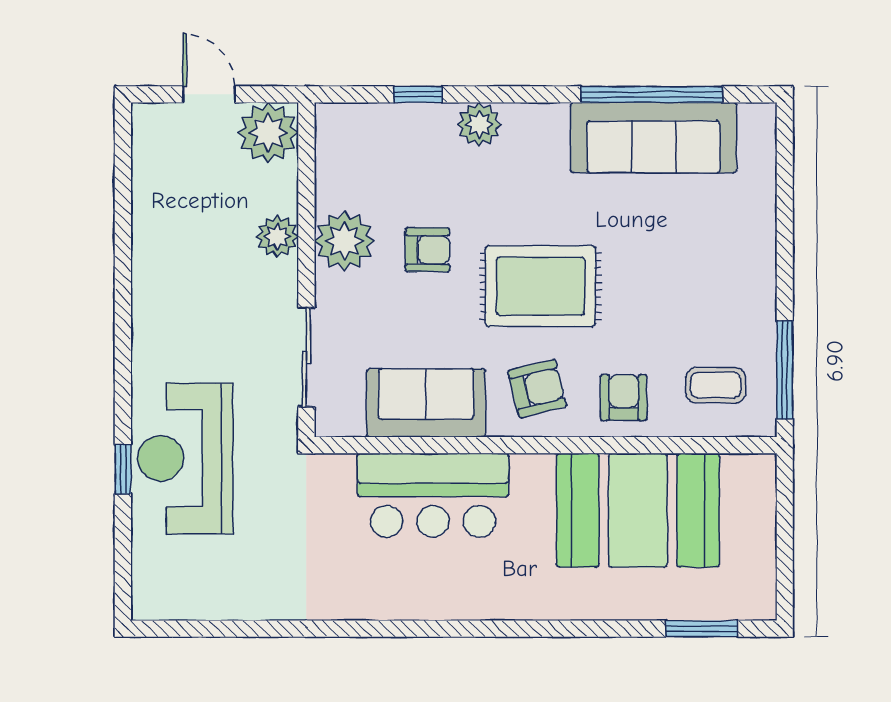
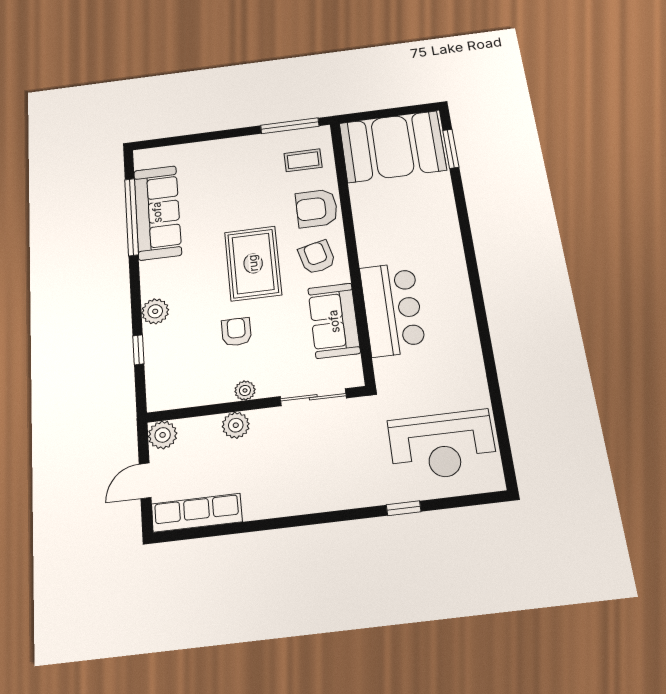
plant: (268, 133) -> (163, 435), width x0.73, depth x0.73
row of seats: (152, 168) -> (197, 513), added
plant: (344, 241) -> (245, 390), width x0.53, depth x0.53
coffee table: (716, 385) -> (303, 160), turned 90
armchair: (624, 398) -> (317, 208), width x1.38, depth x1.38
reception desk: (185, 458) -> (442, 445), moved
booth: (638, 510) -> (392, 147), moved, turned 90

